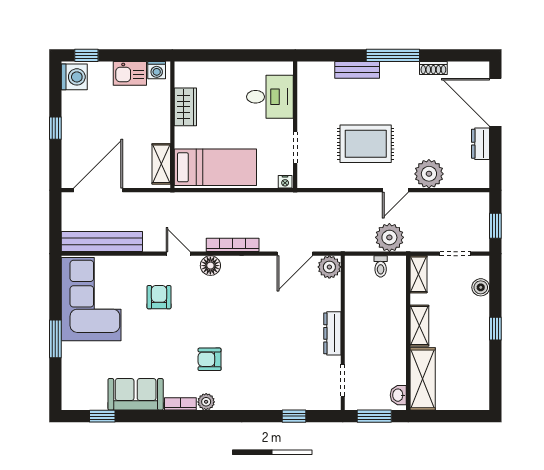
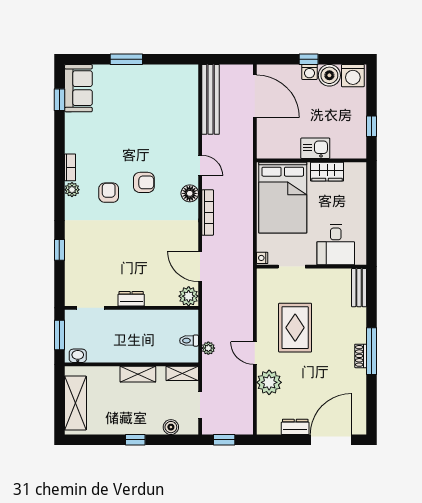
window: (86, 55) -> (372, 126), moved
shoe rack: (433, 68) -> (361, 356), moved
washing machine: (157, 70) -> (309, 72), moved, turned -90
bench: (357, 70) -> (359, 288), moved
kitchen sink: (130, 73) -> (315, 148), moved, turned 90
boiler: (74, 104) -> (329, 75), added
shelving: (161, 164) -> (278, 151), removed
bed: (215, 167) -> (283, 198), width x1.50
plant: (389, 237) -> (208, 348), width x0.53, depth x0.53
door: (178, 254) -> (200, 165), hinge flipped
armchair: (159, 297) -> (144, 182), moved
corner sofa: (91, 299) -> (161, 90), removed
dresser: (332, 333) -> (131, 299), width x0.70
shelving: (423, 379) -> (75, 403), moved, turned 90
sofa: (136, 394) -> (78, 88), moved
window: (294, 416) -> (59, 250), moved

